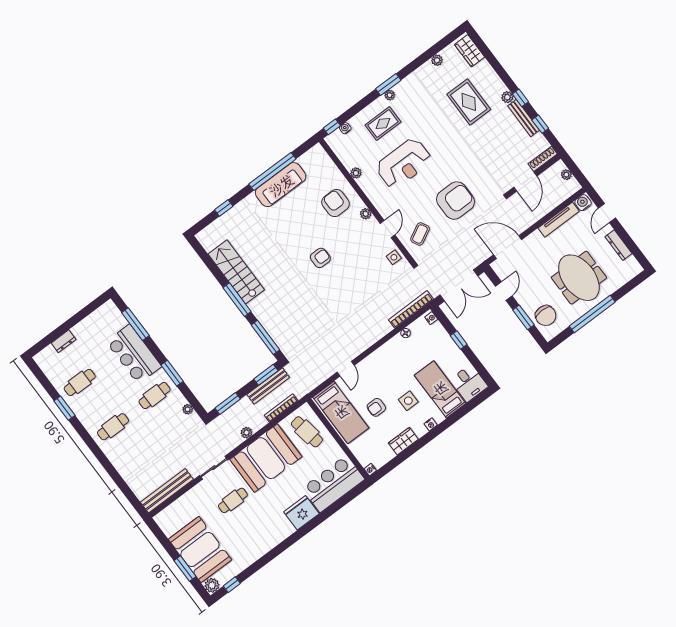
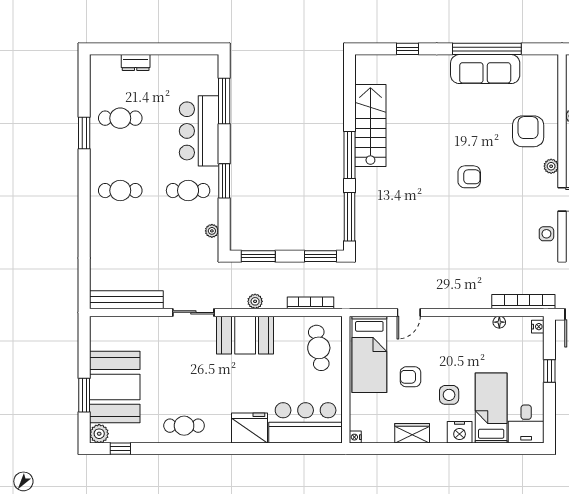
bench: (268, 386) -> (314, 270), removed
nightstand: (431, 424) -> (460, 432), width x1.89, depth x1.79
booth: (266, 458) -> (245, 335), width x0.73, depth x0.70
cafe table: (233, 500) -> (184, 426), moved

